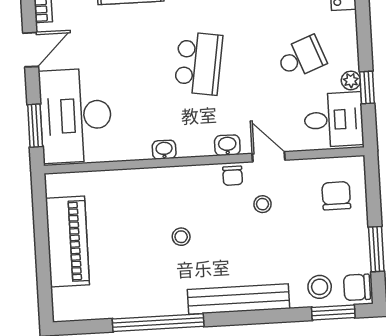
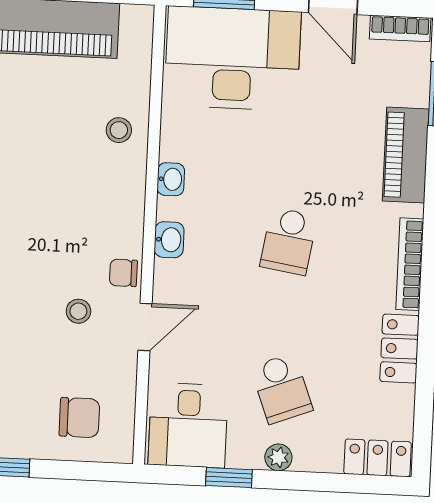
school desk: (199, 63) -> (289, 241), width x0.54
plant: (351, 80) -> (278, 457), moved
washbasin: (227, 145) -> (169, 240), moved
stool: (181, 237) -> (119, 130), moved

